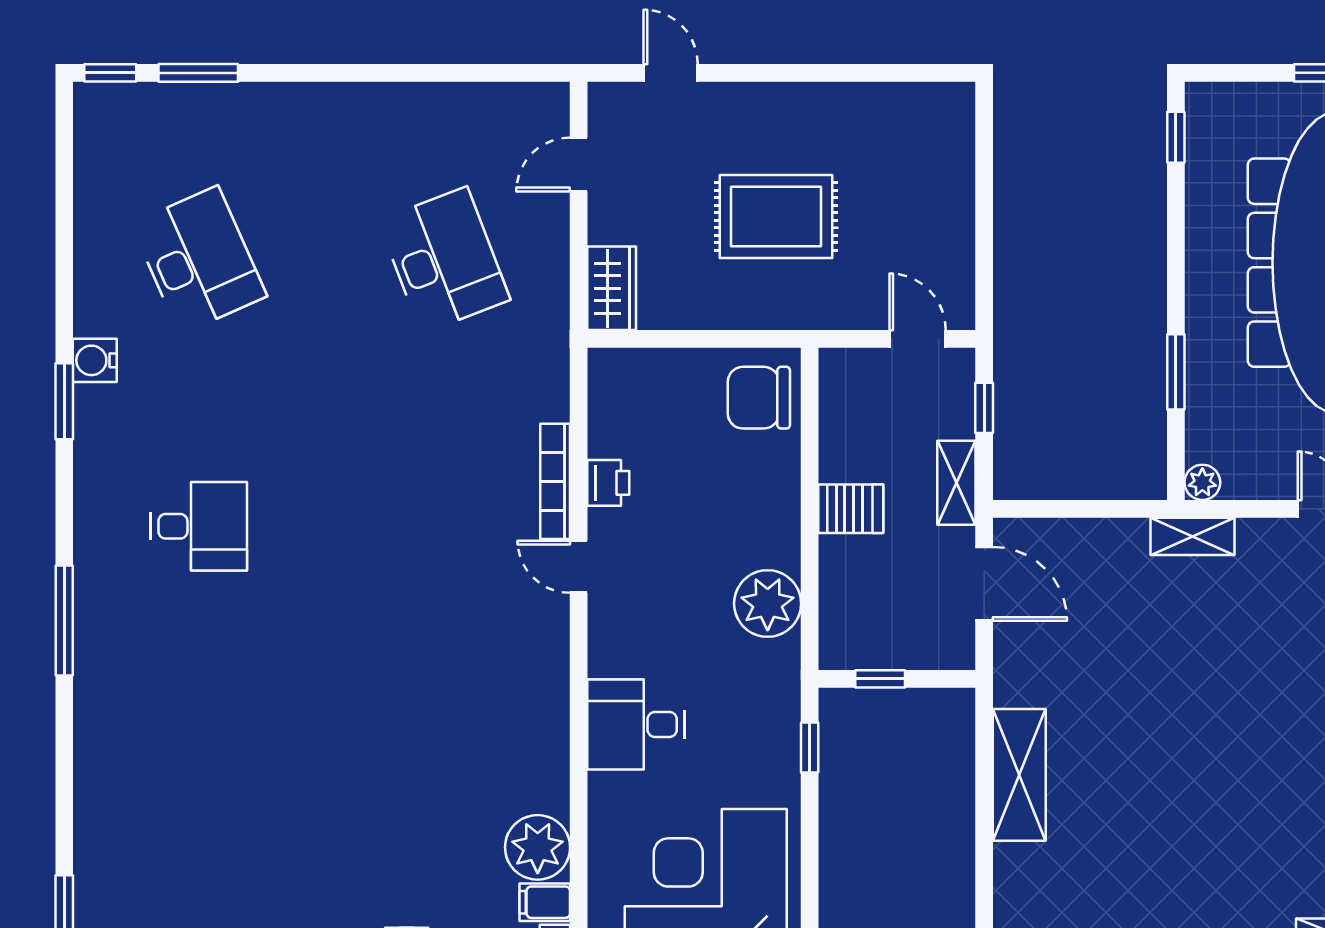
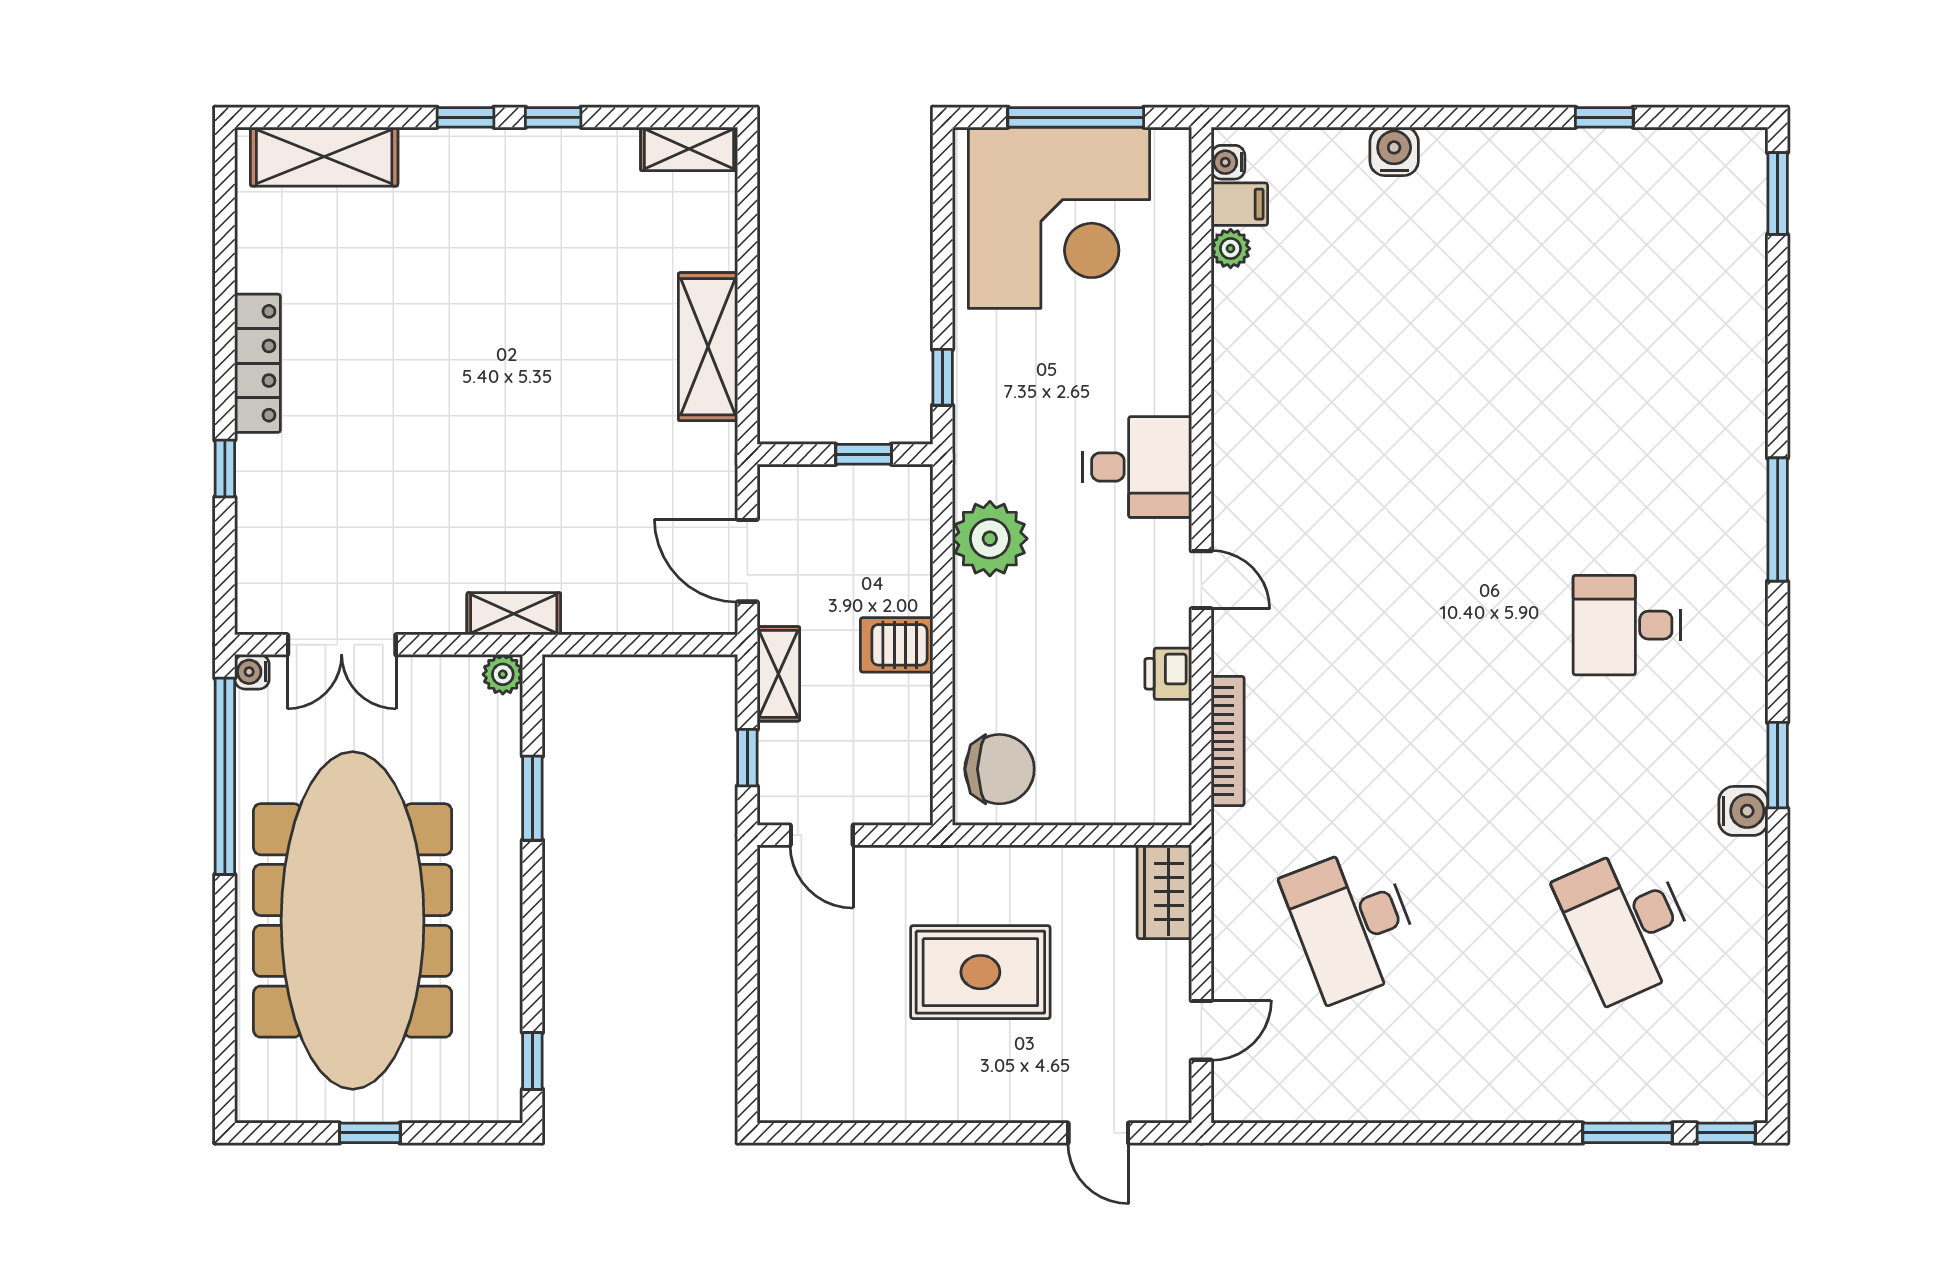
bookcase: (555, 481) -> (1228, 741), moved
desk: (636, 724) -> (1137, 467), moved
plant: (538, 847) -> (1231, 249), width x0.53, depth x0.53

